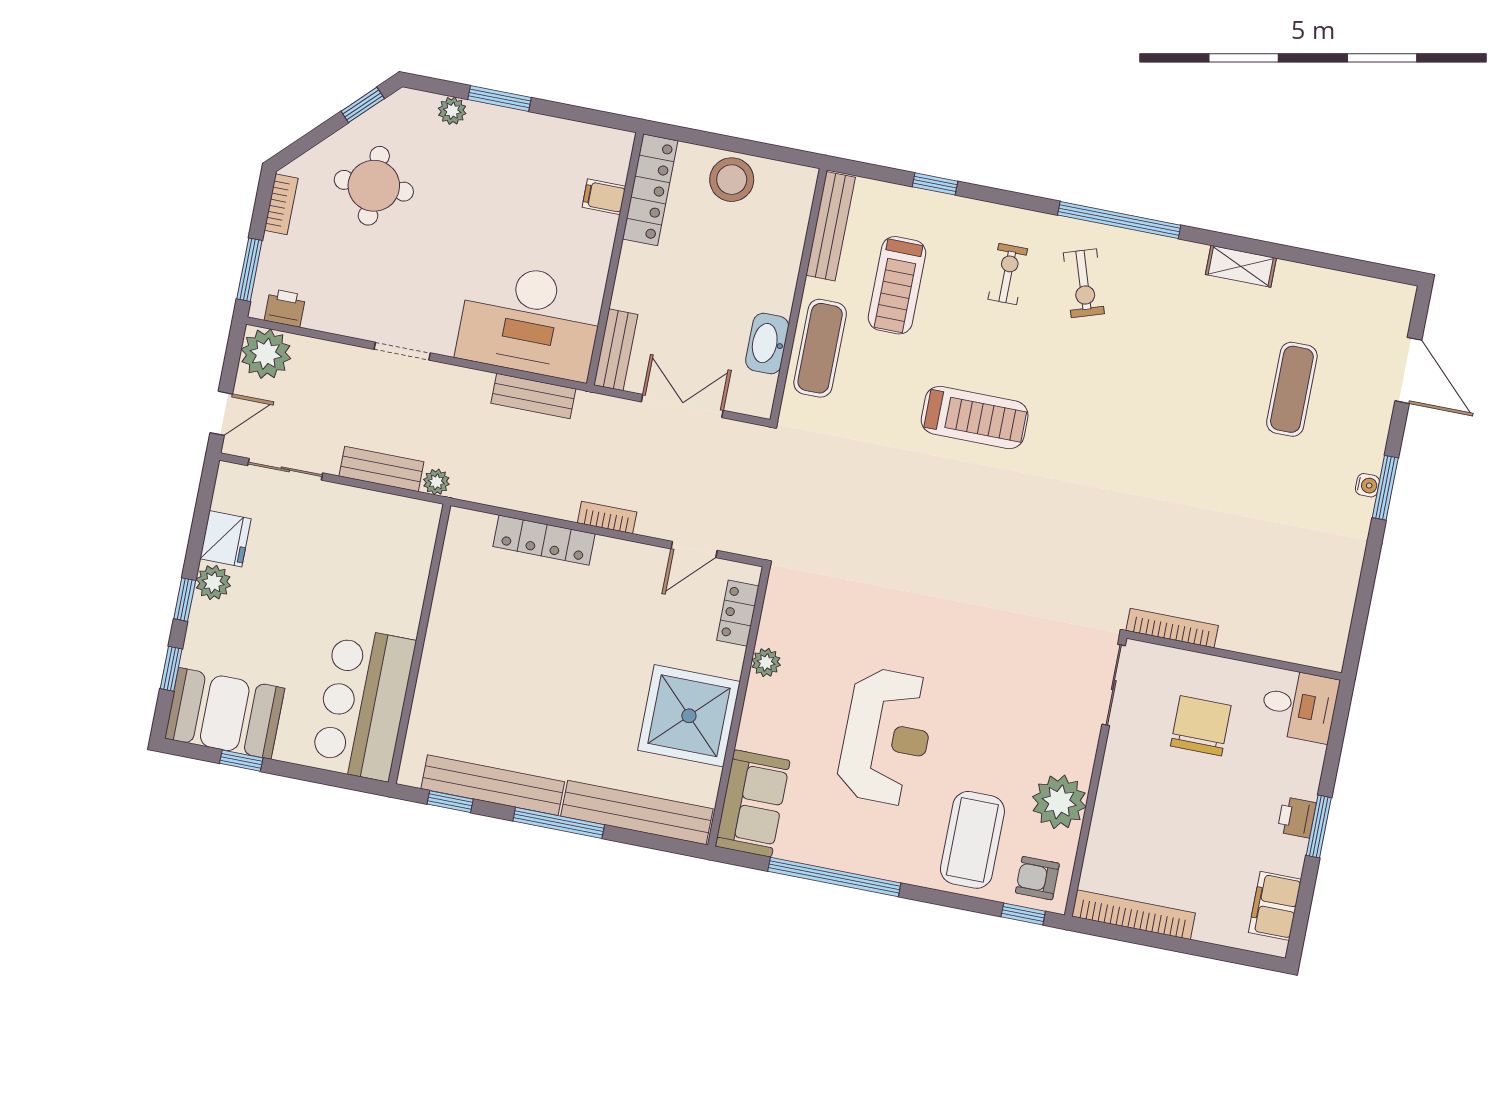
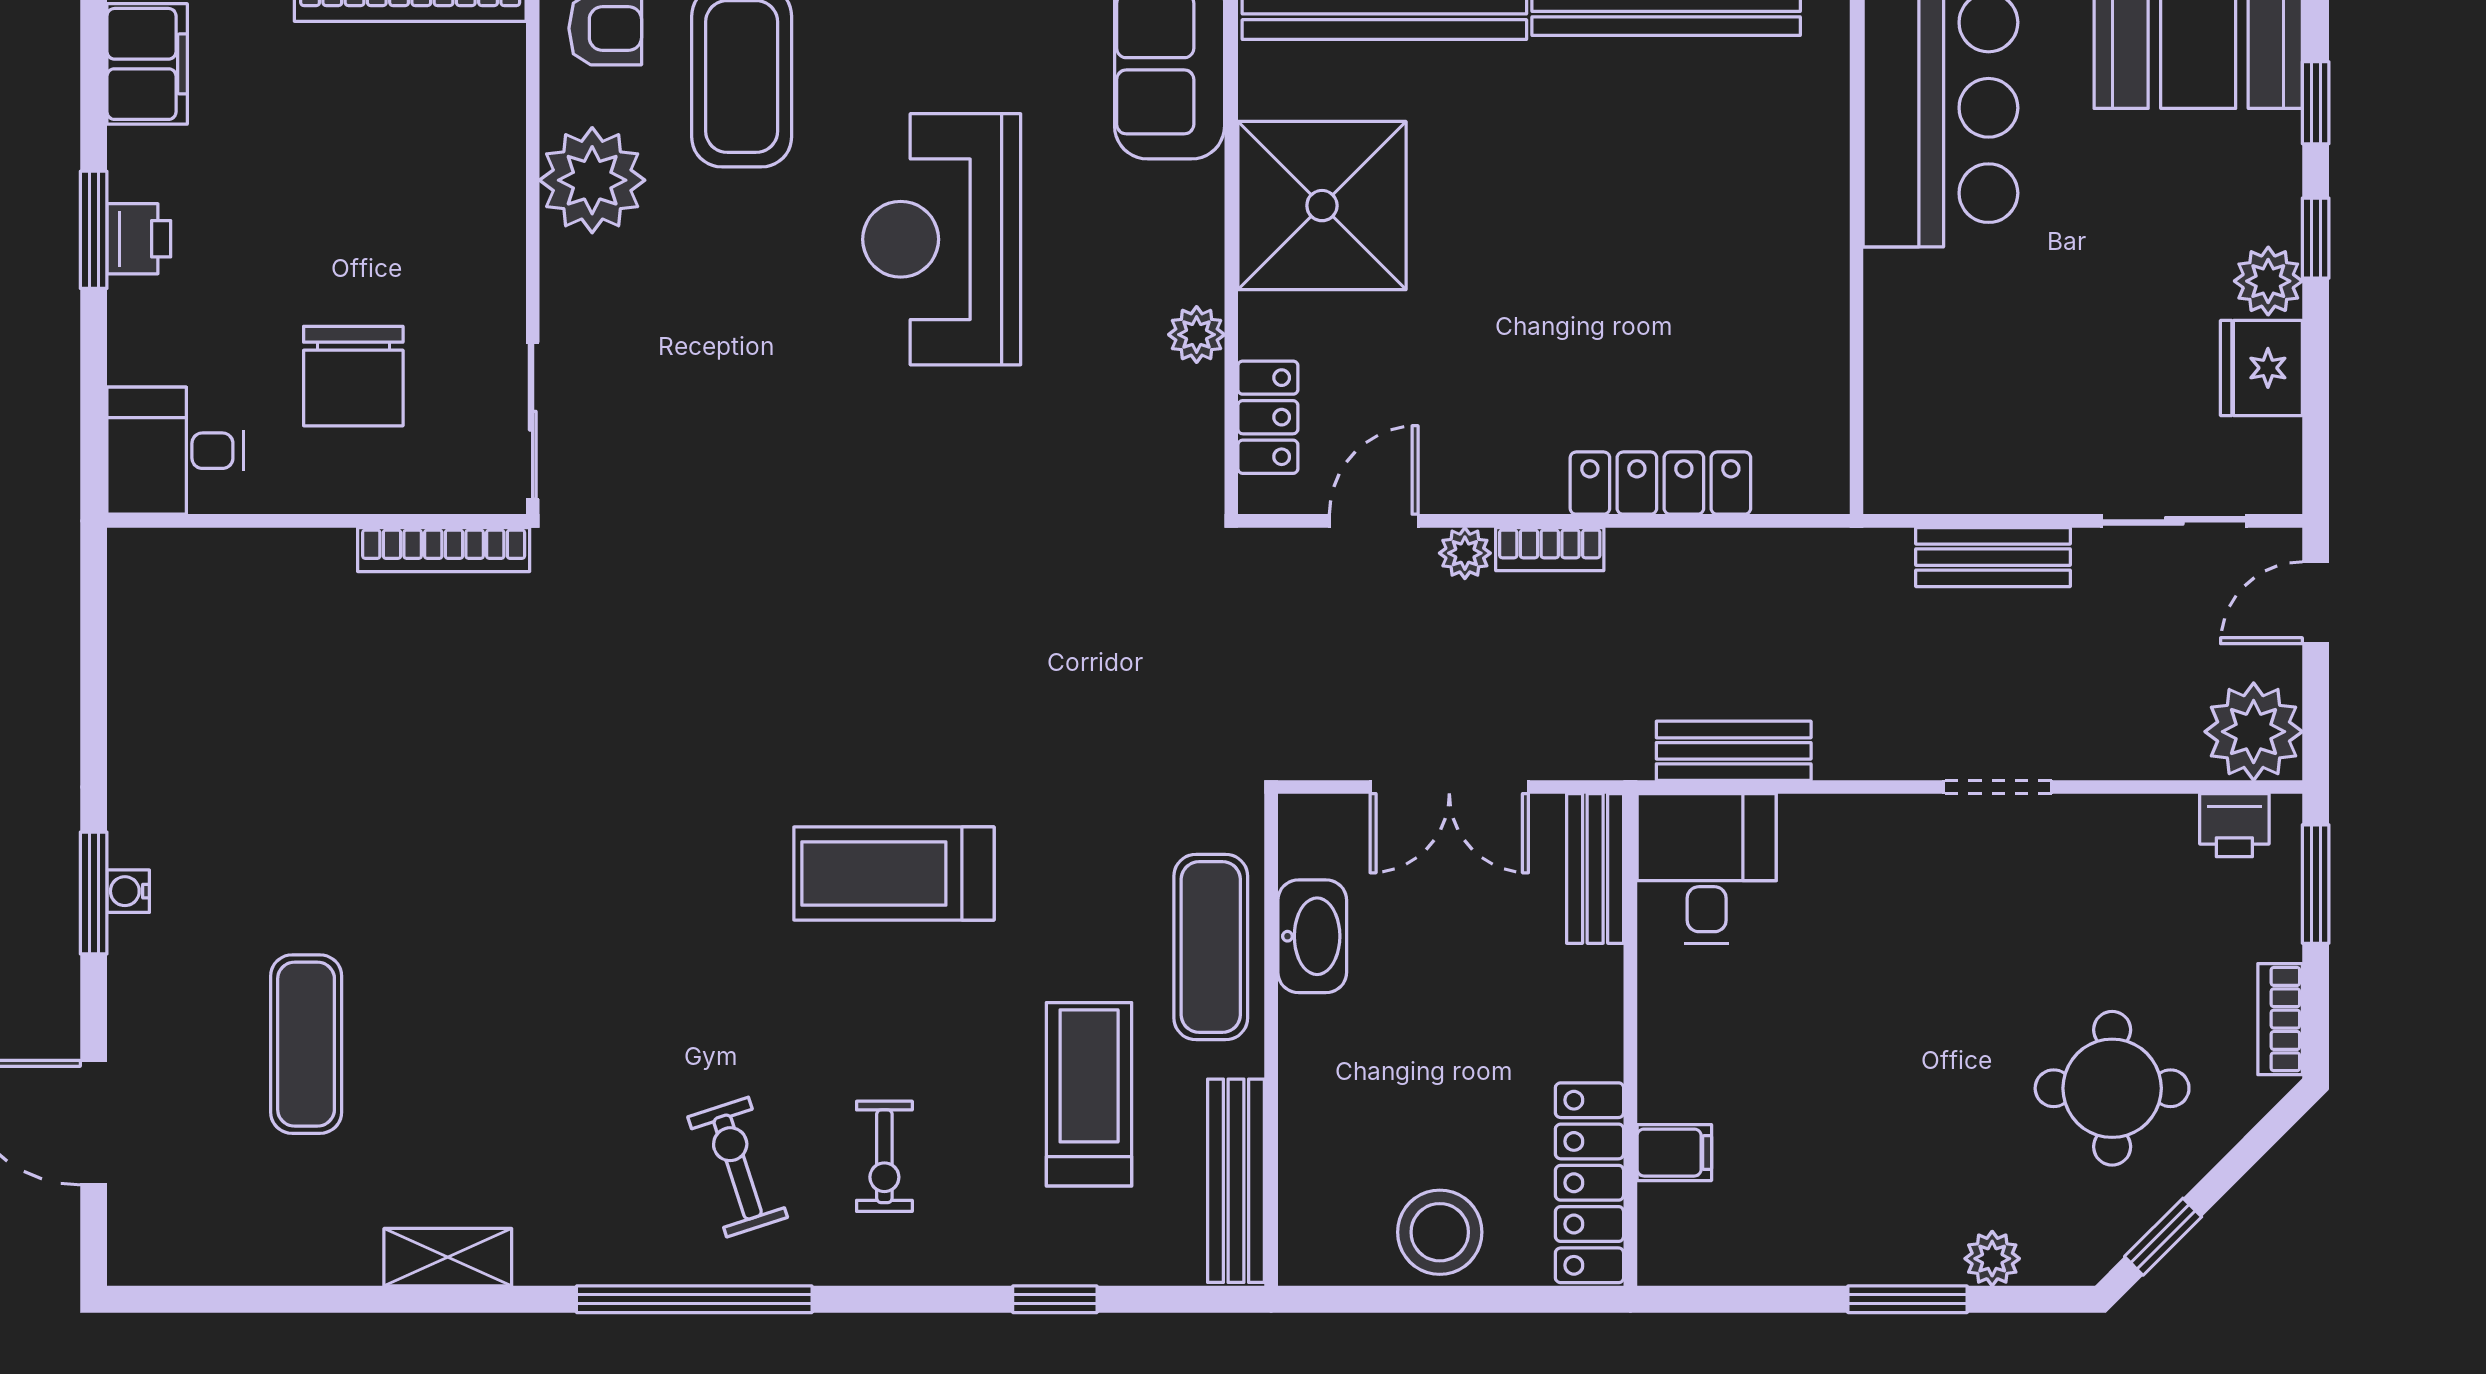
desk: (530, 321) -> (1707, 869), width x0.53, depth x0.77
plant: (436, 482) -> (1465, 553), moved

